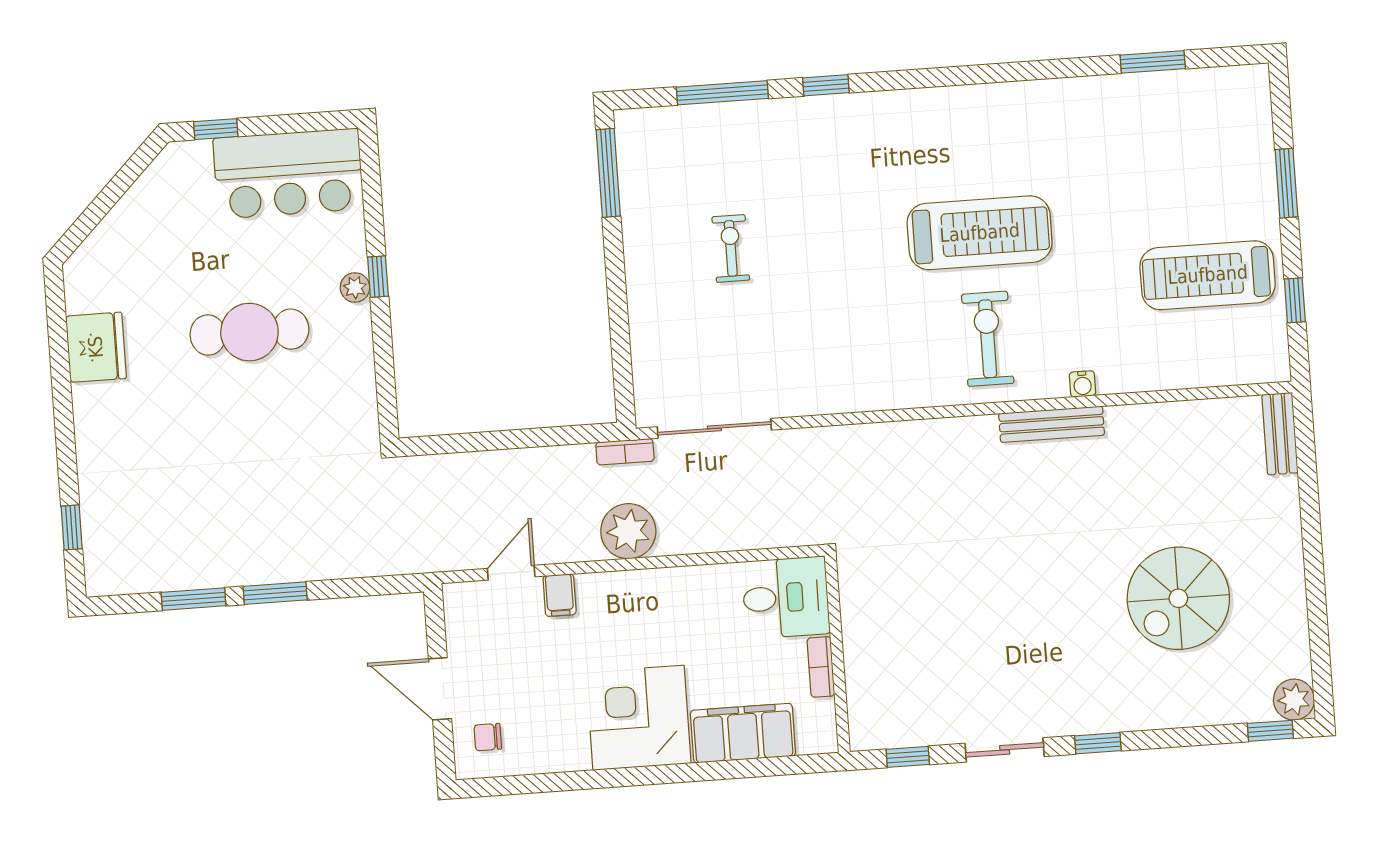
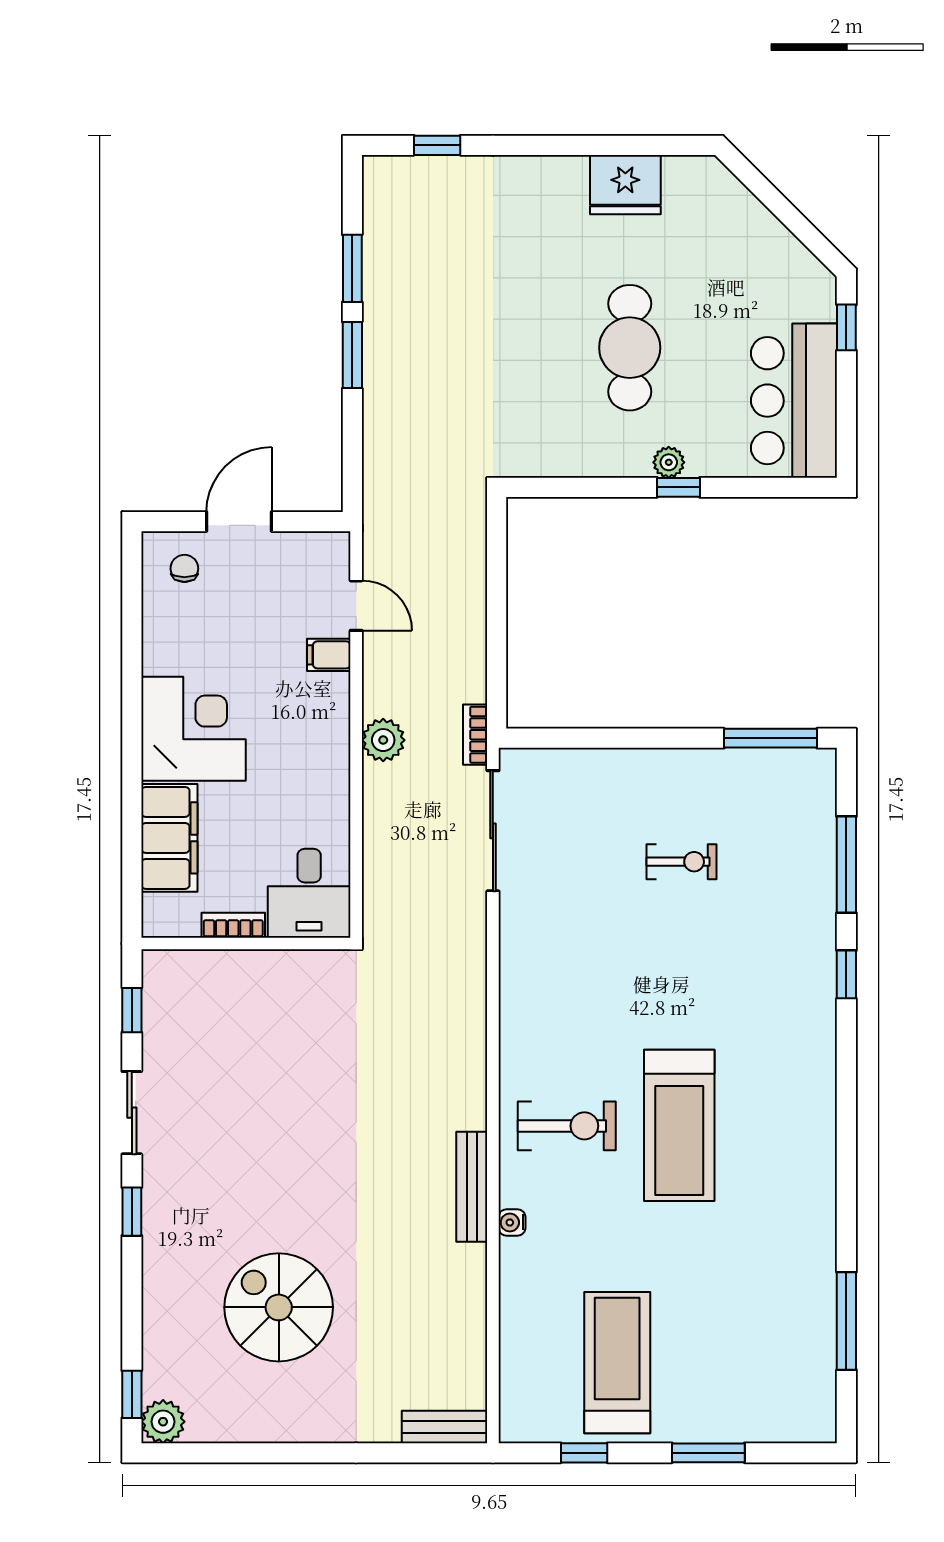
window: (1153, 62) -> (846, 1321), width x1.44
plant: (628, 531) -> (383, 740), width x0.73, depth x0.73

